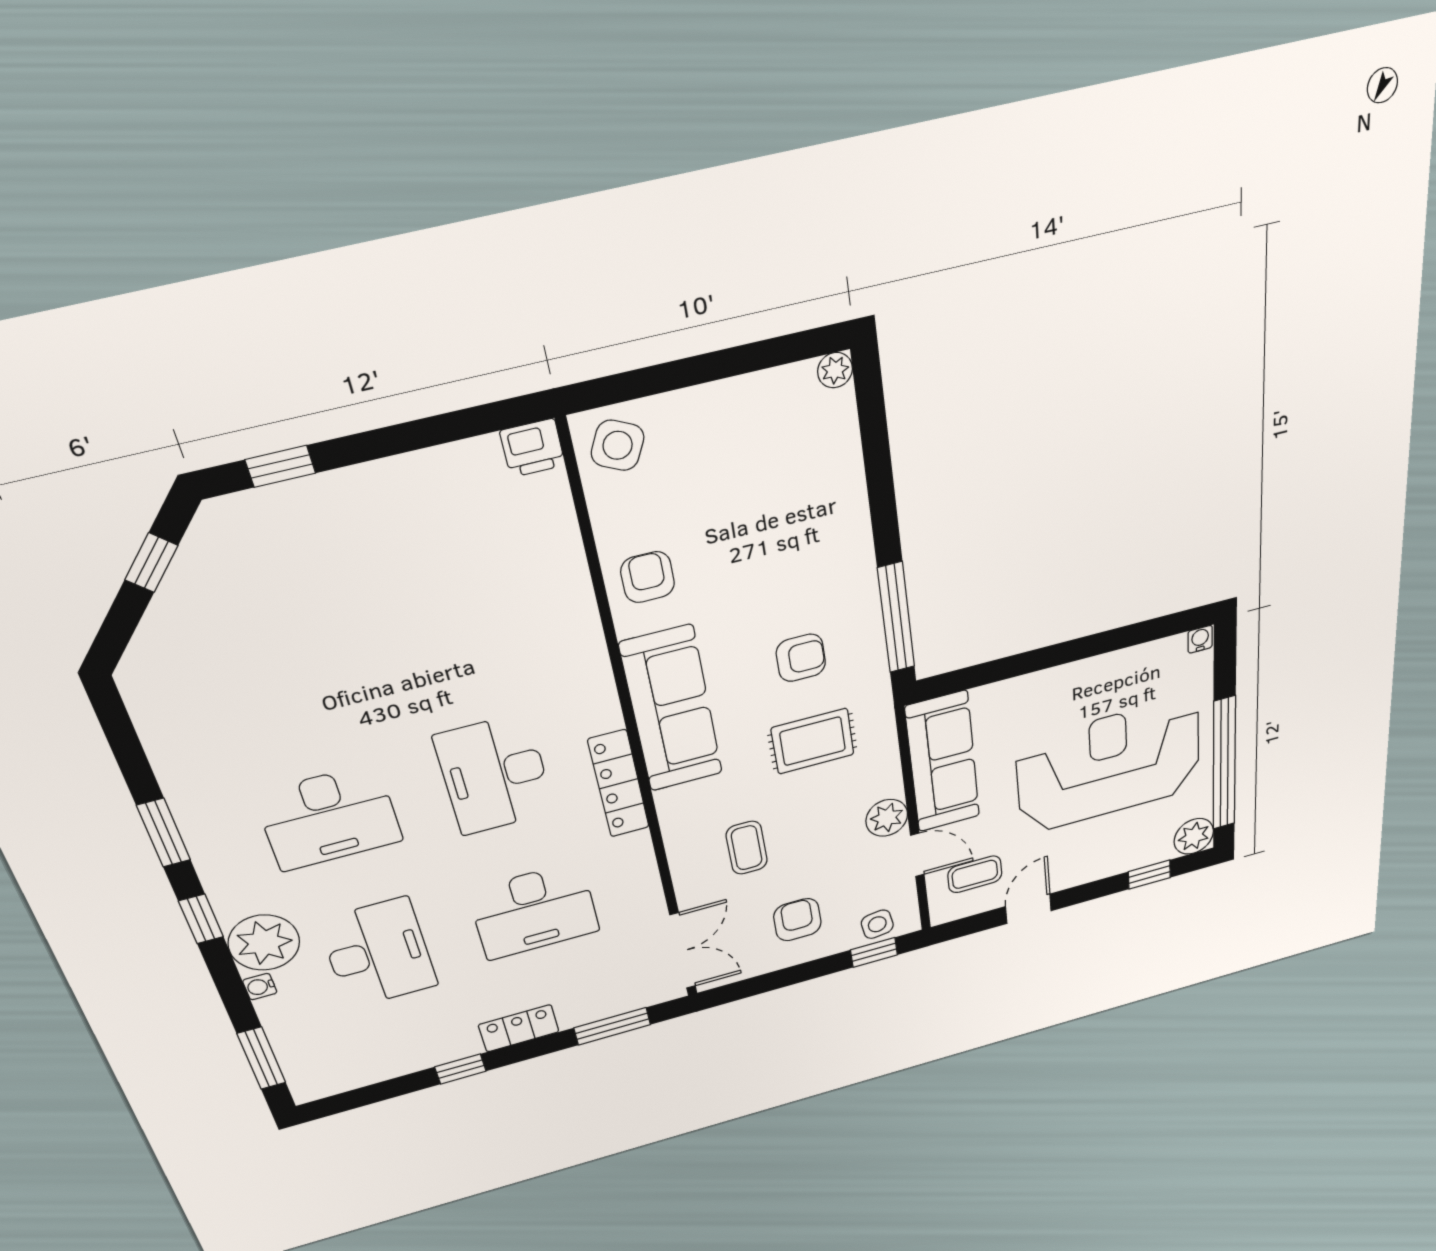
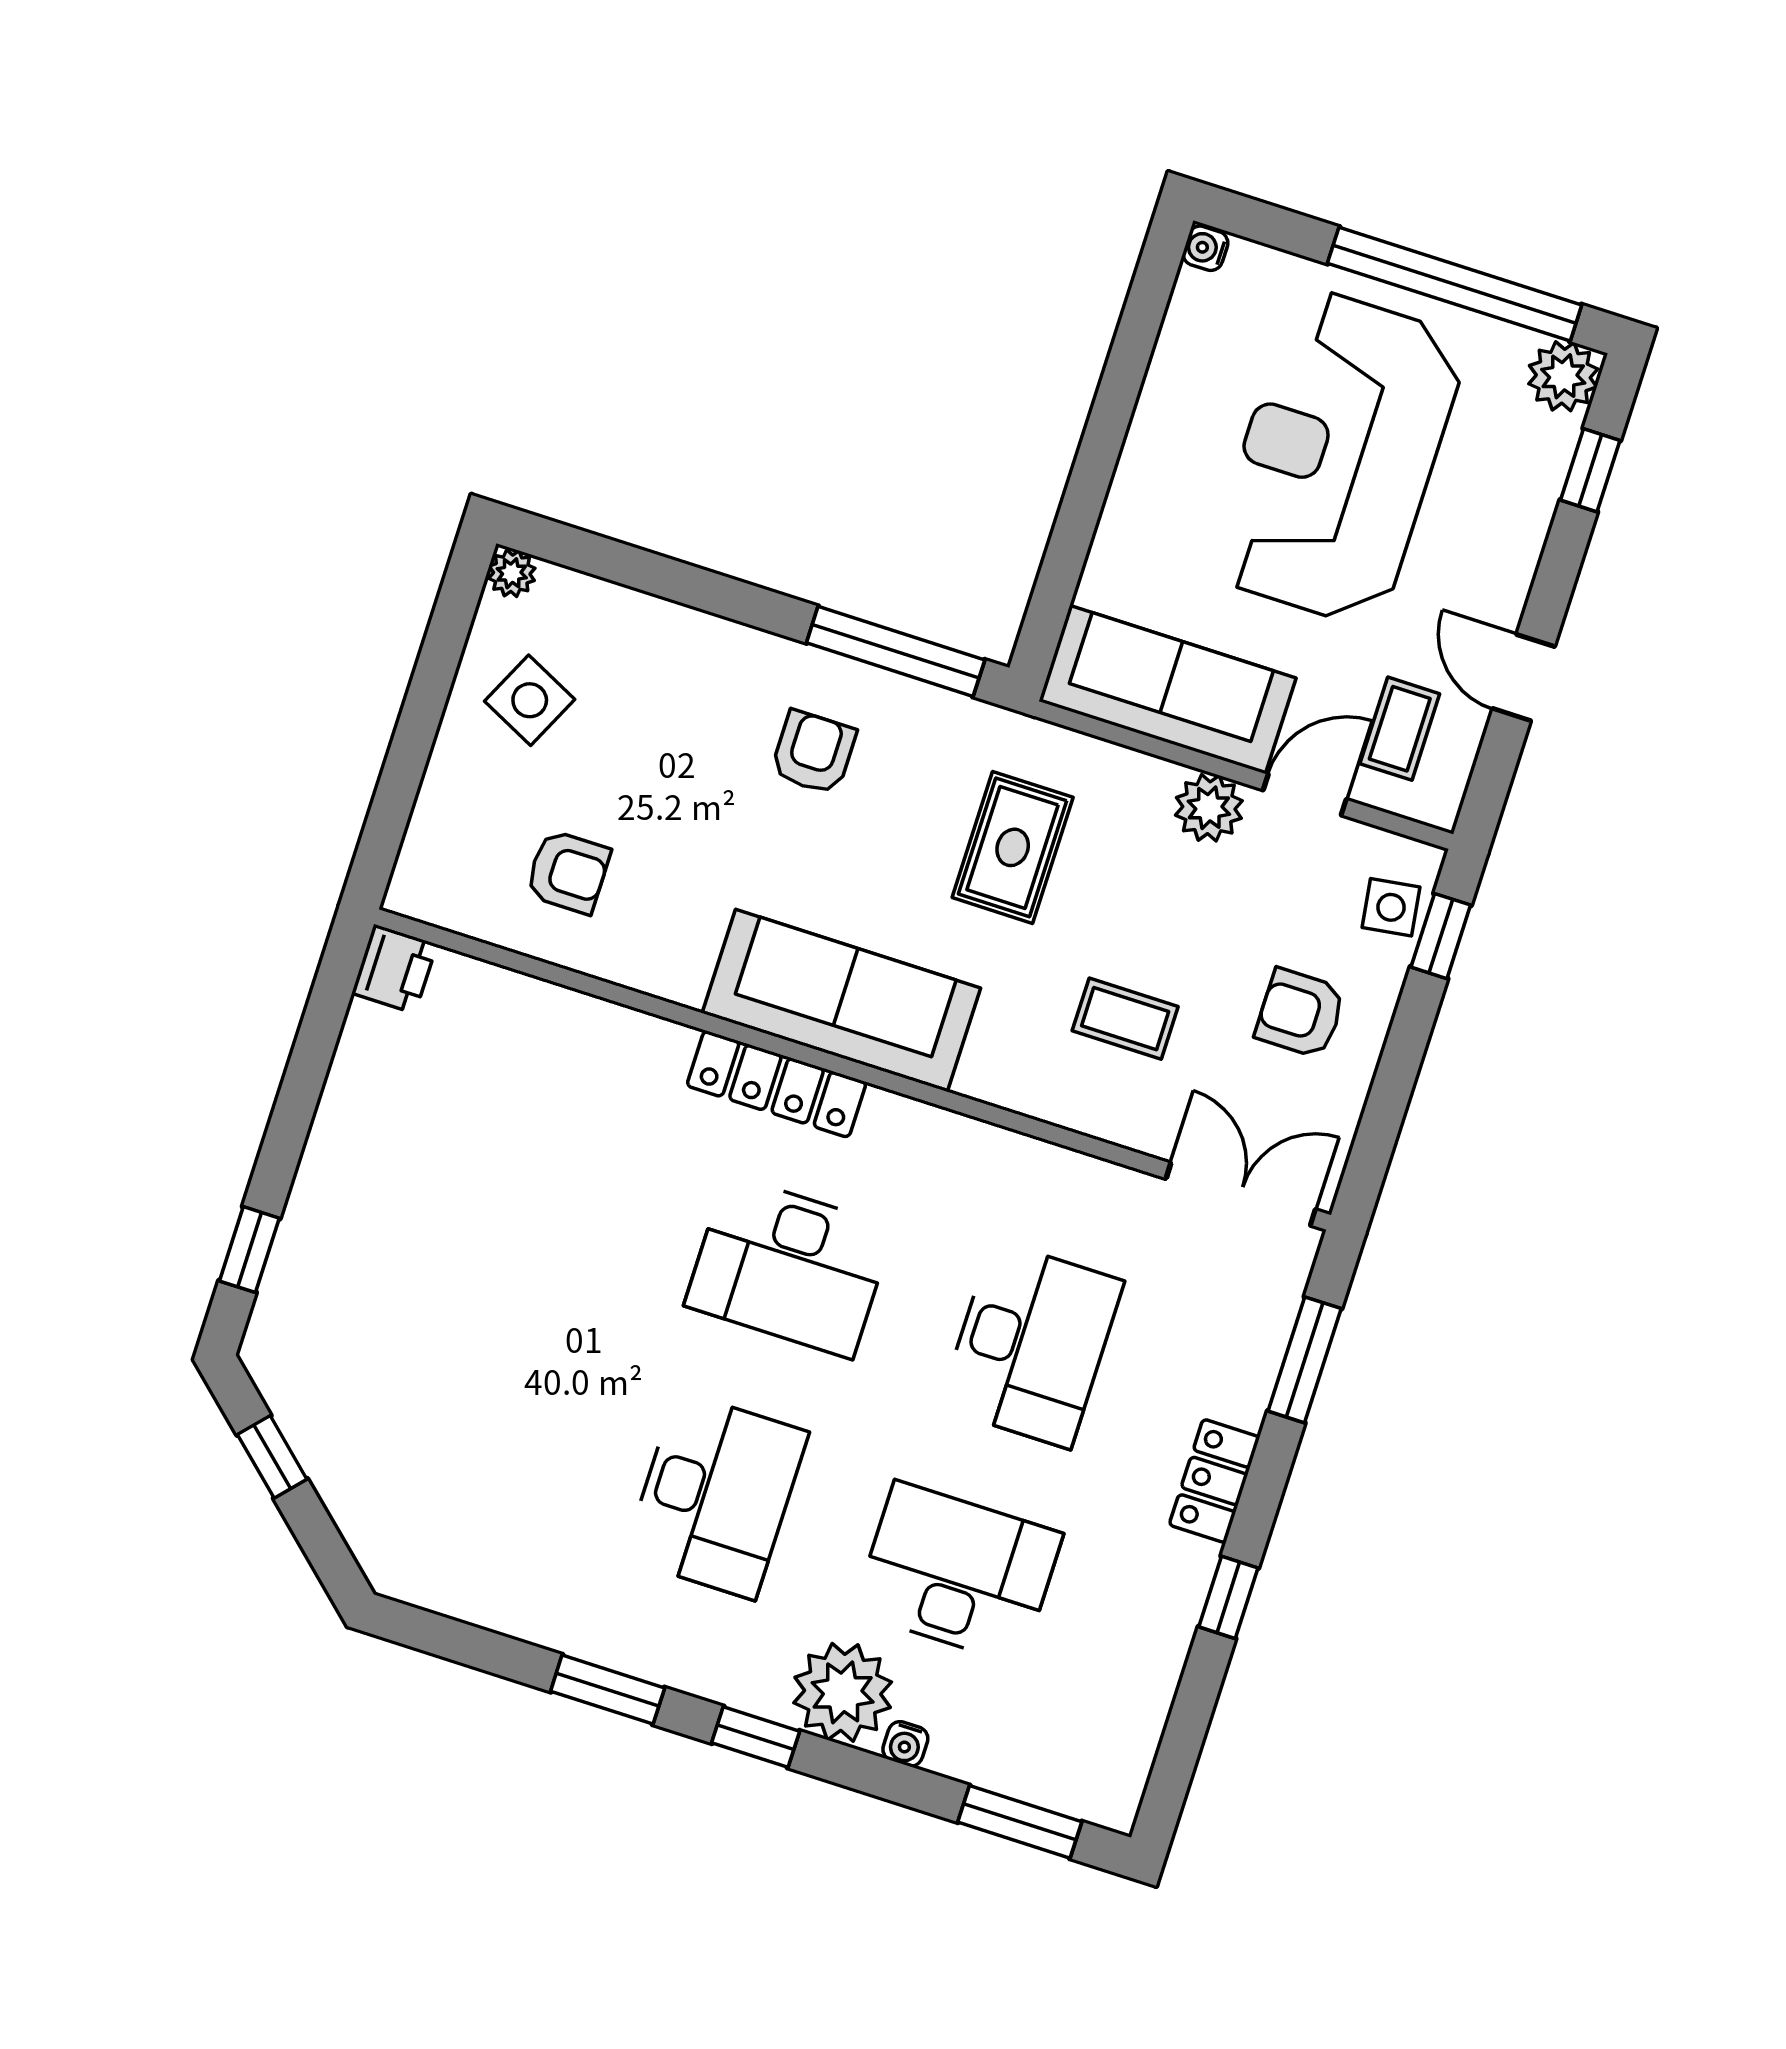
side table: (618, 445) -> (530, 700), moved
armchair: (648, 577) -> (568, 872), moved, turned 180
armchair: (801, 658) -> (813, 752), moved
locker: (619, 784) -> (777, 1084), moved

